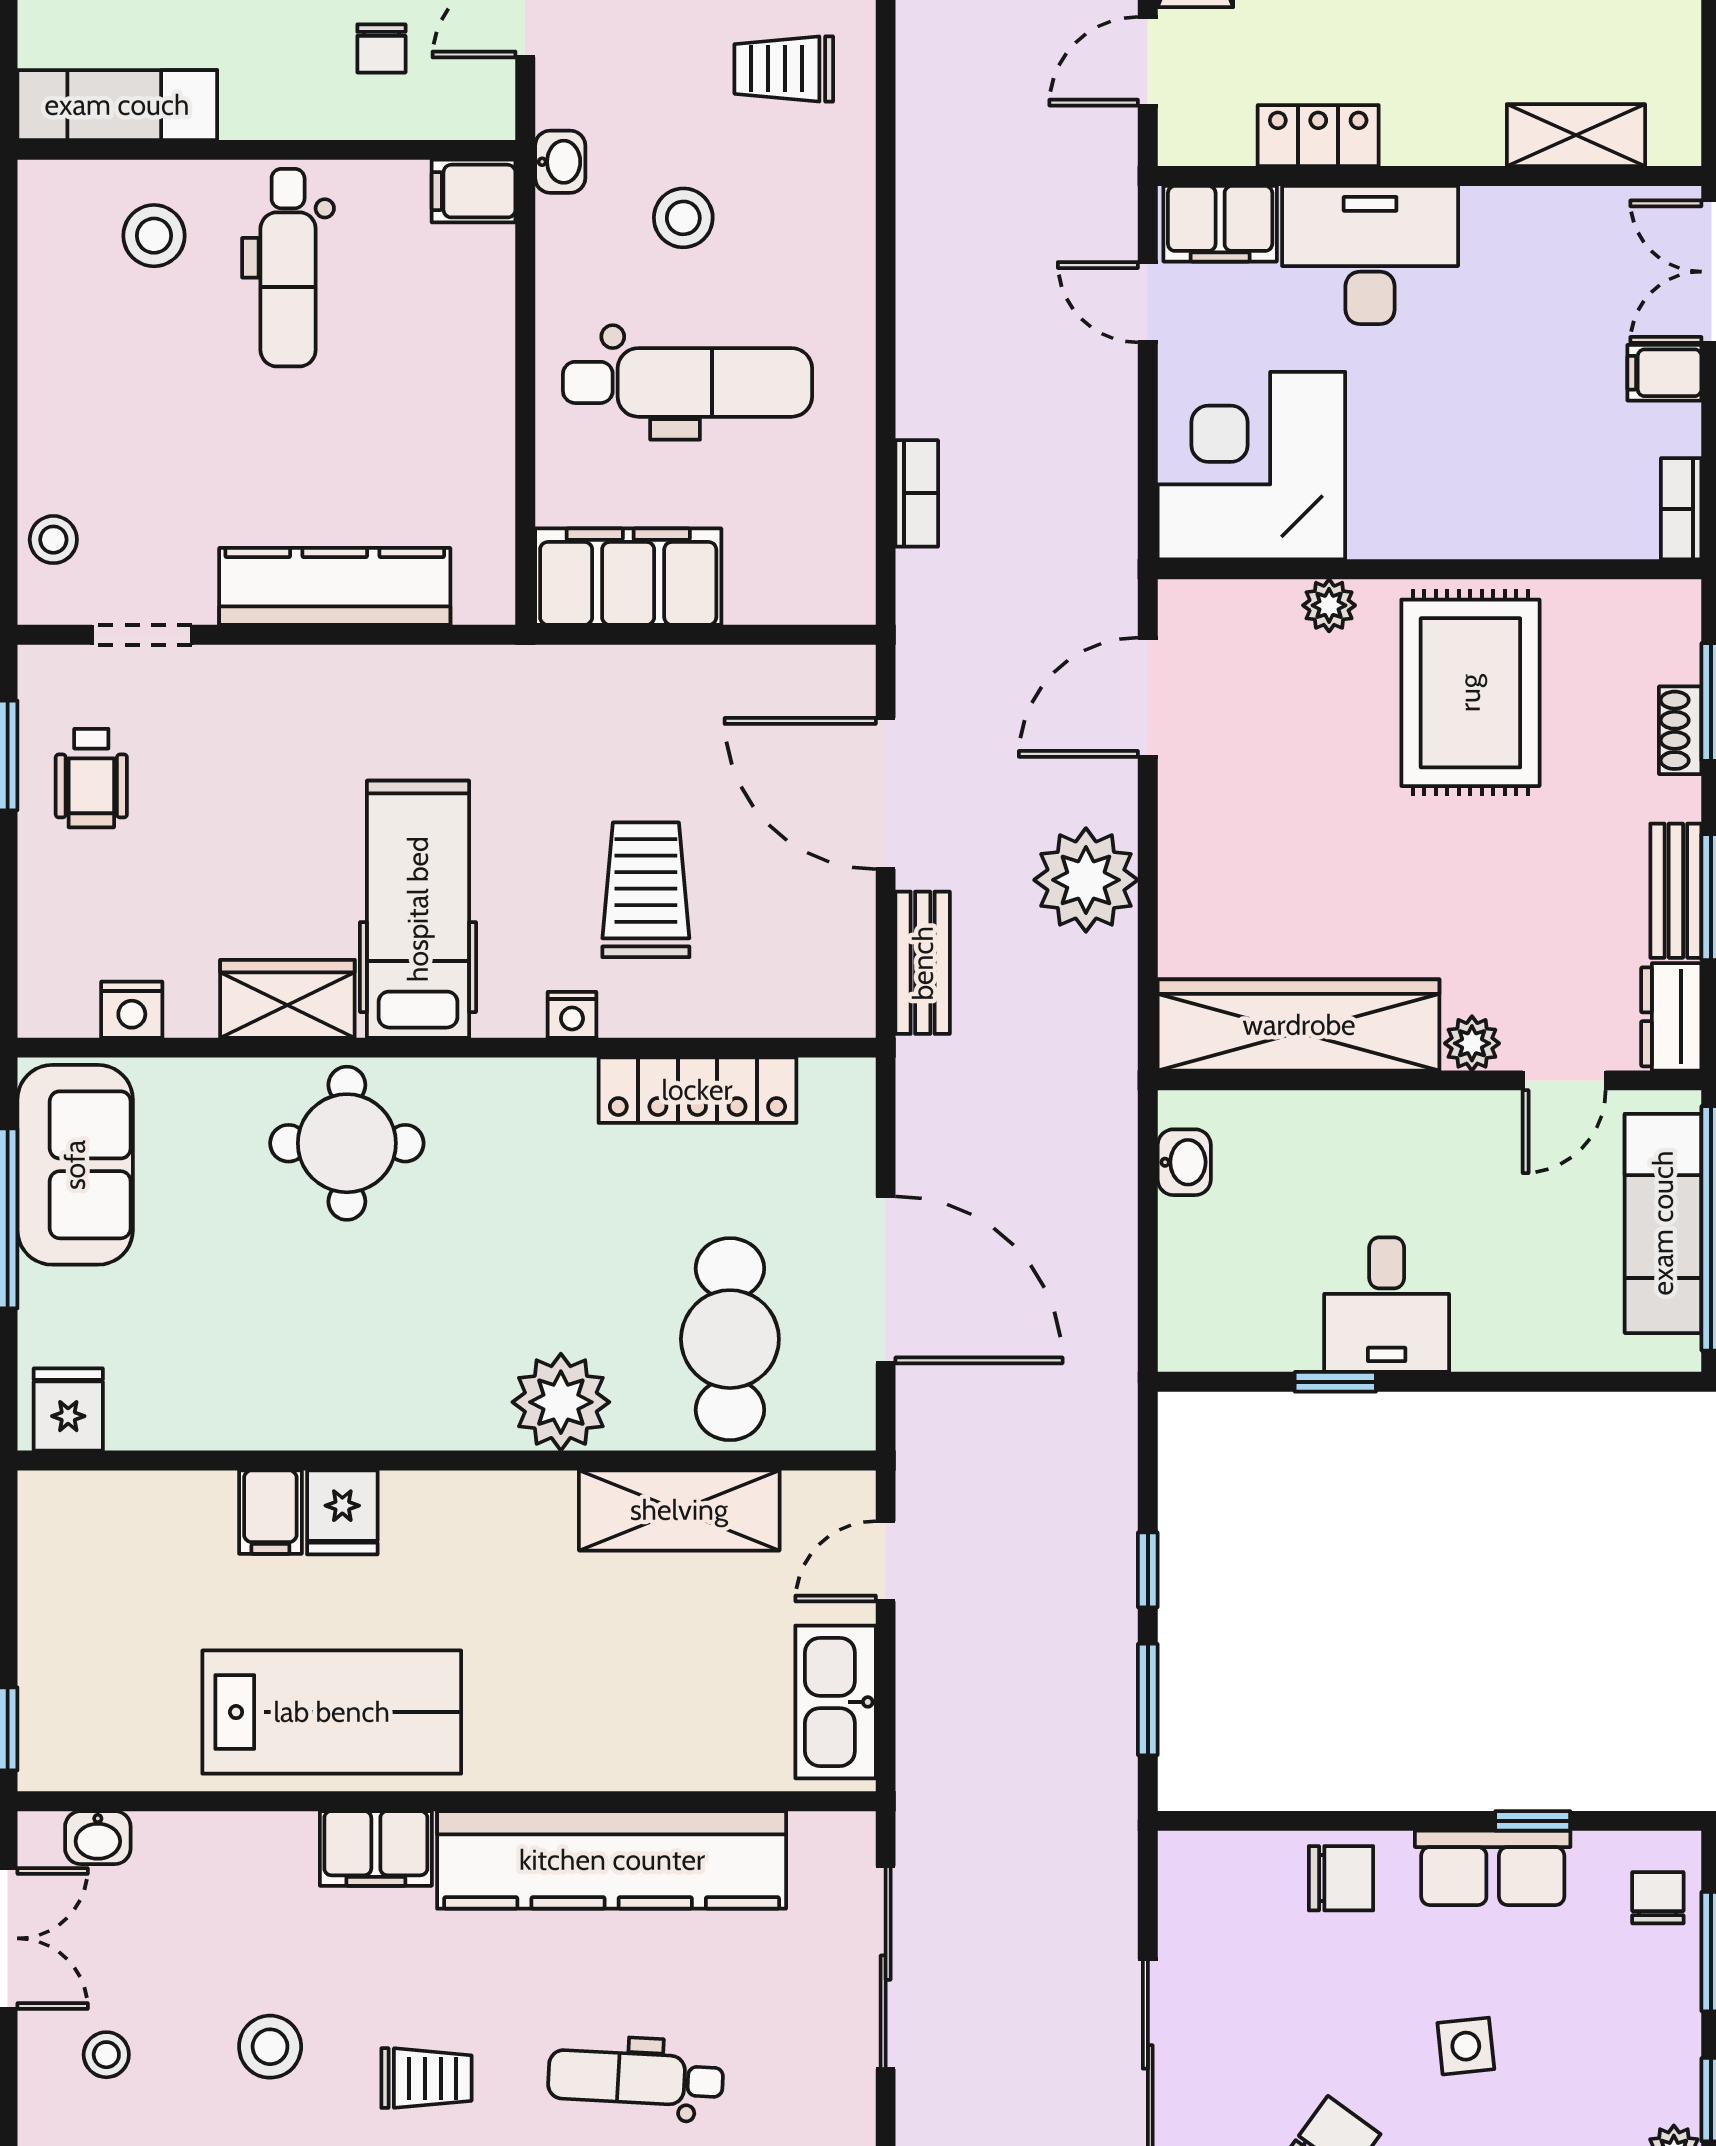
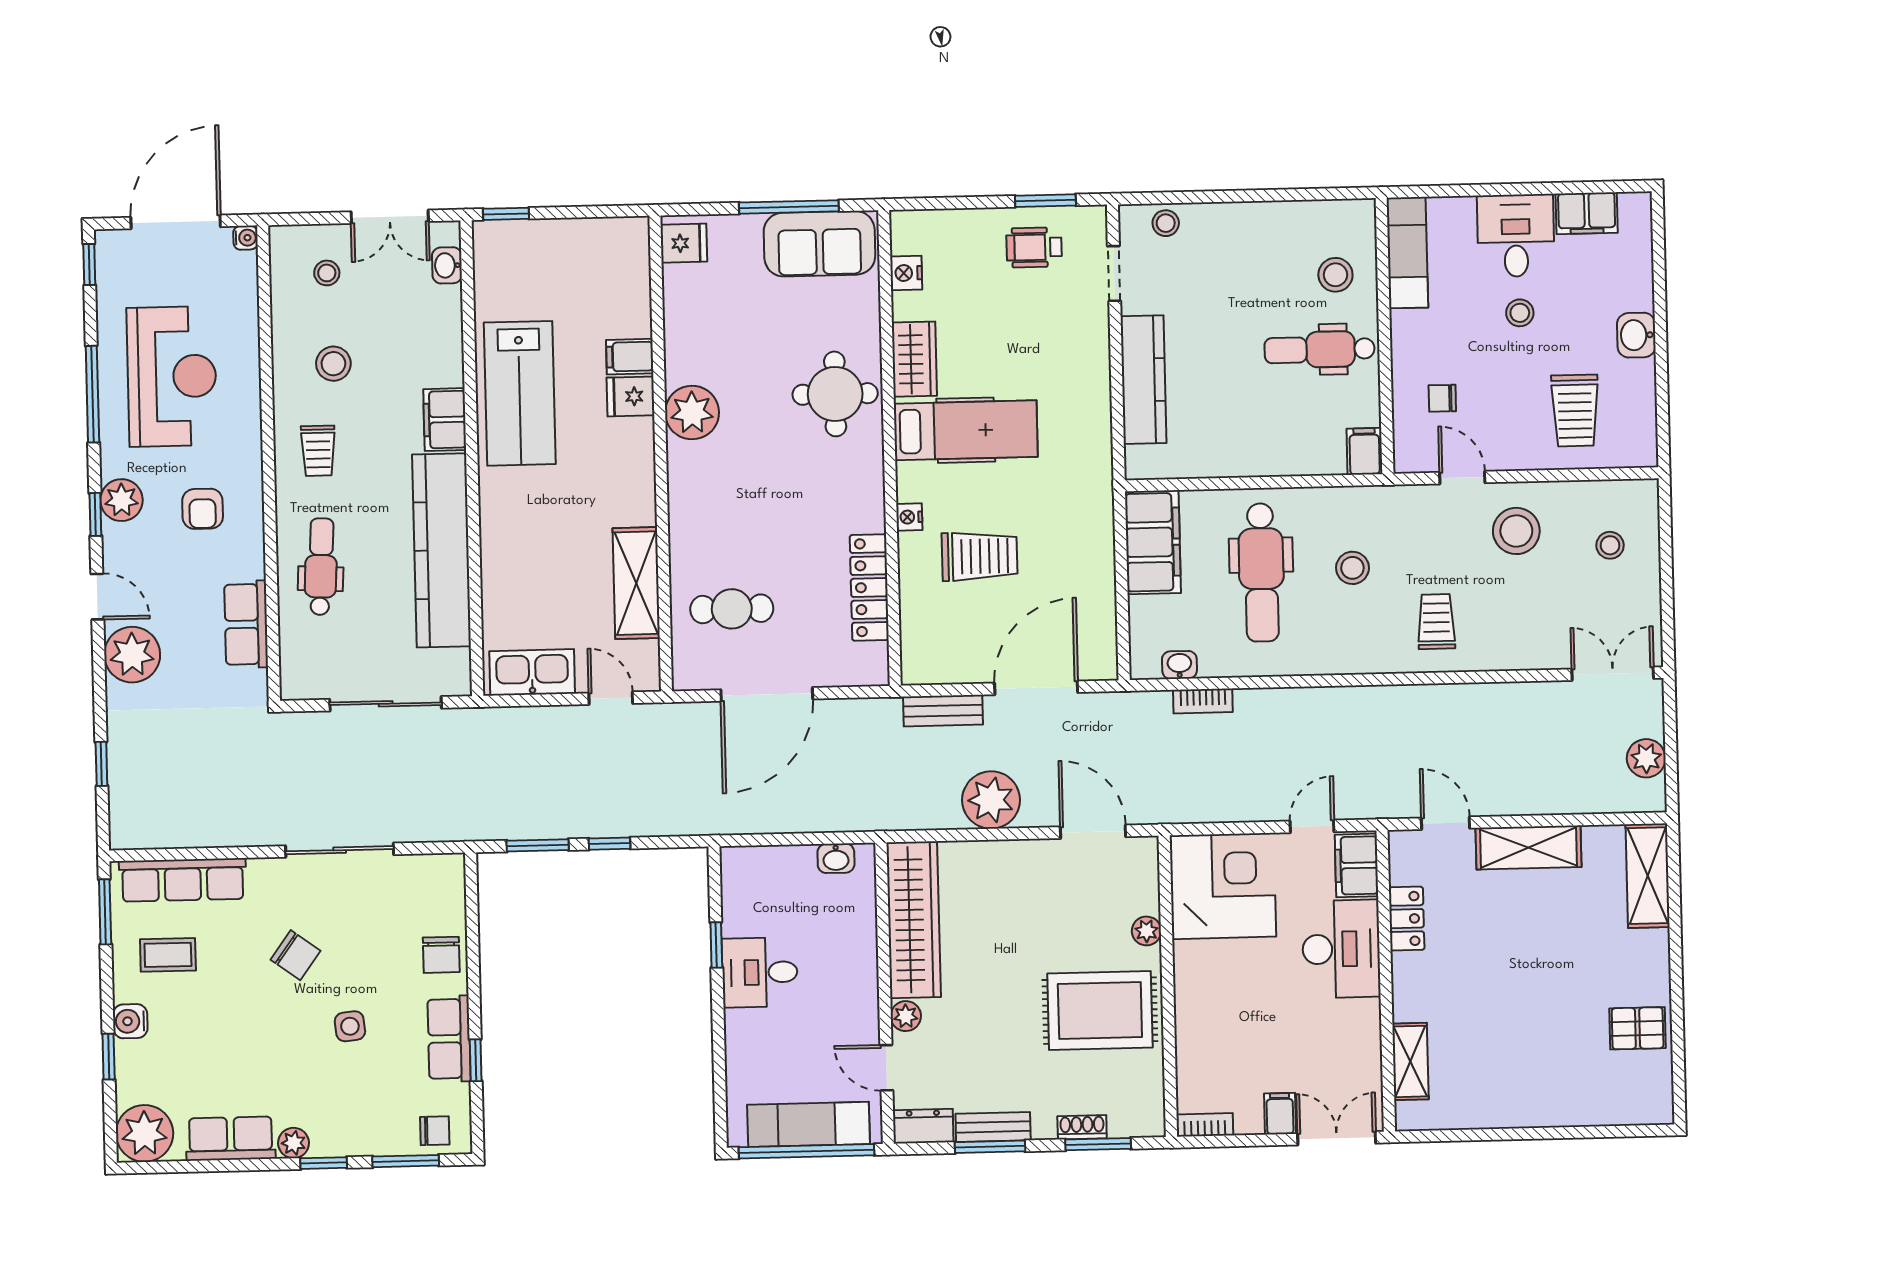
washbasin: (560, 162) -> (1179, 665), moved, turned 180
cafe table: (730, 1339) -> (732, 609), width x0.73, depth x0.74
plant: (561, 1402) -> (692, 413), moved

